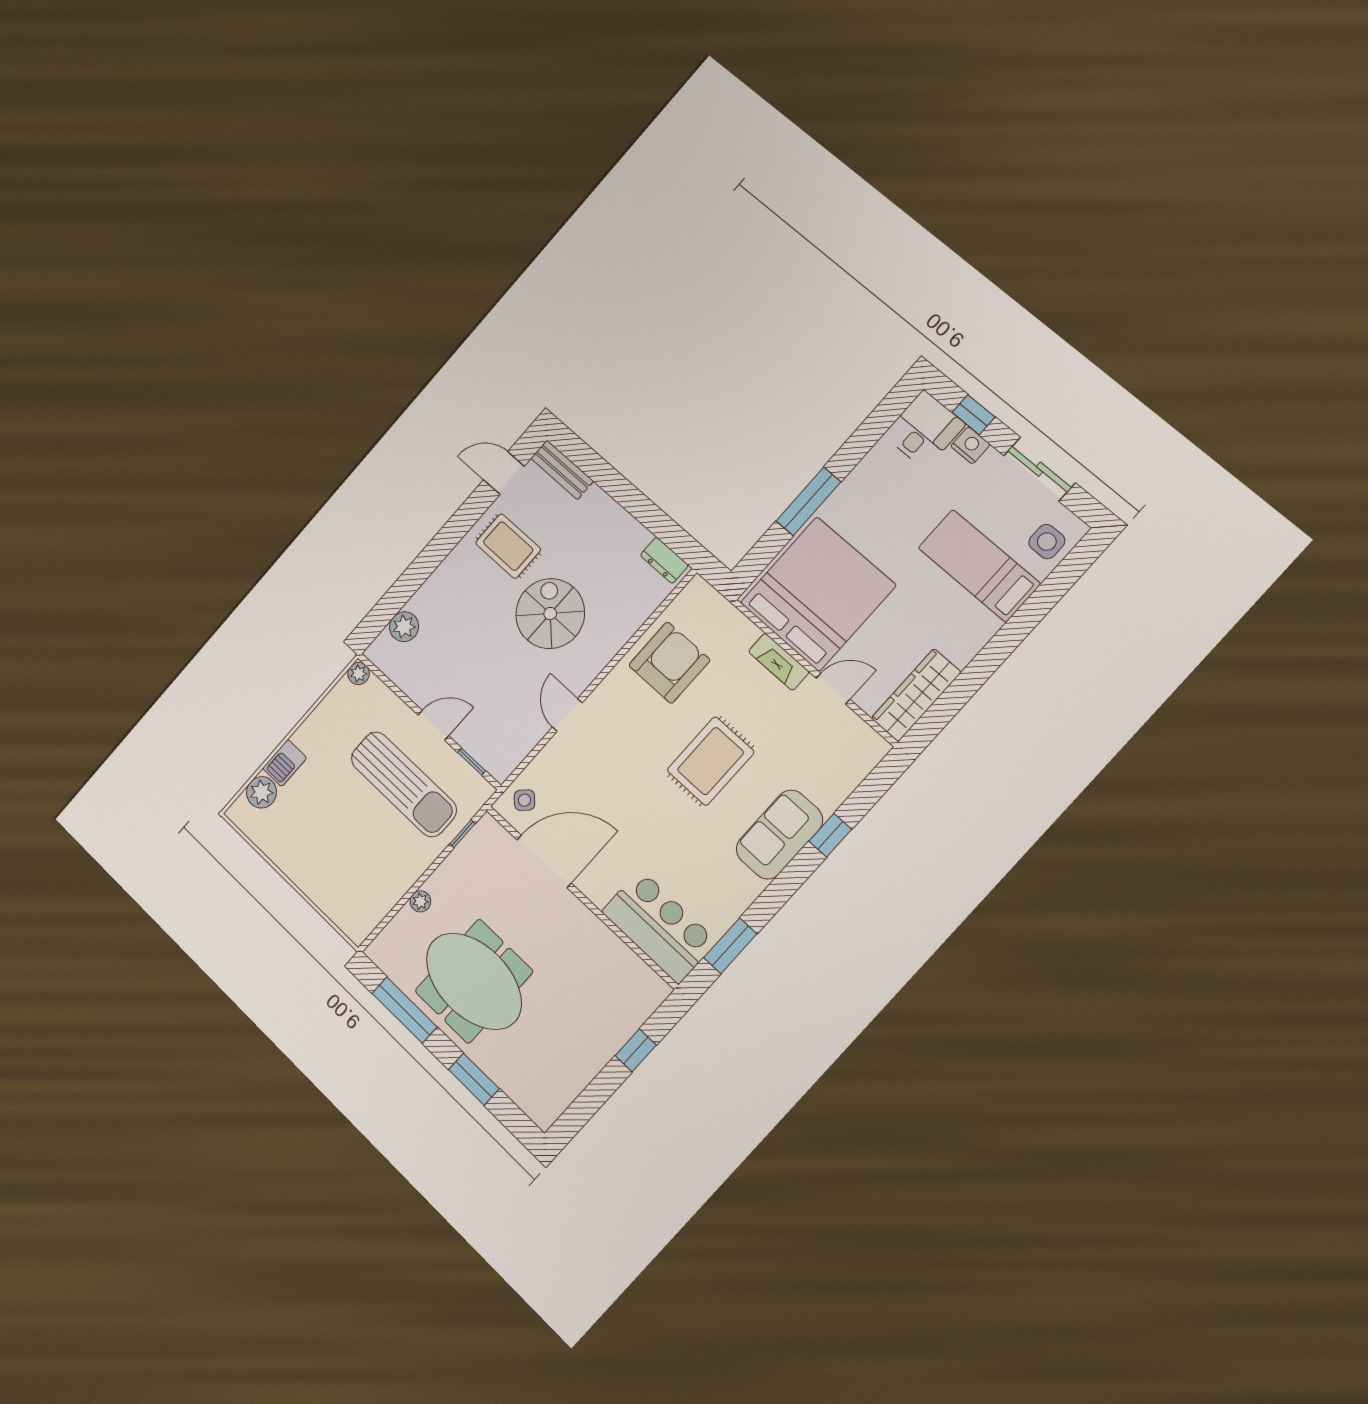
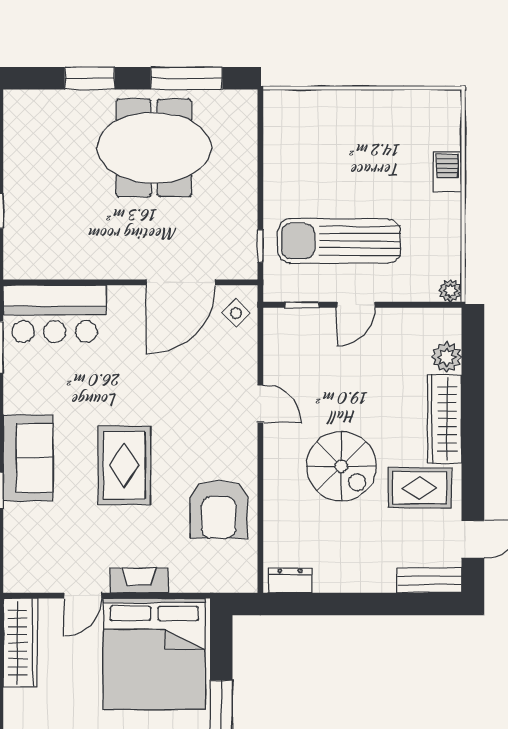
wardrobe: (445, 582) -> (445, 419), added
plant: (262, 792) -> (446, 133), removed
plant: (420, 901) -> (247, 168), removed

